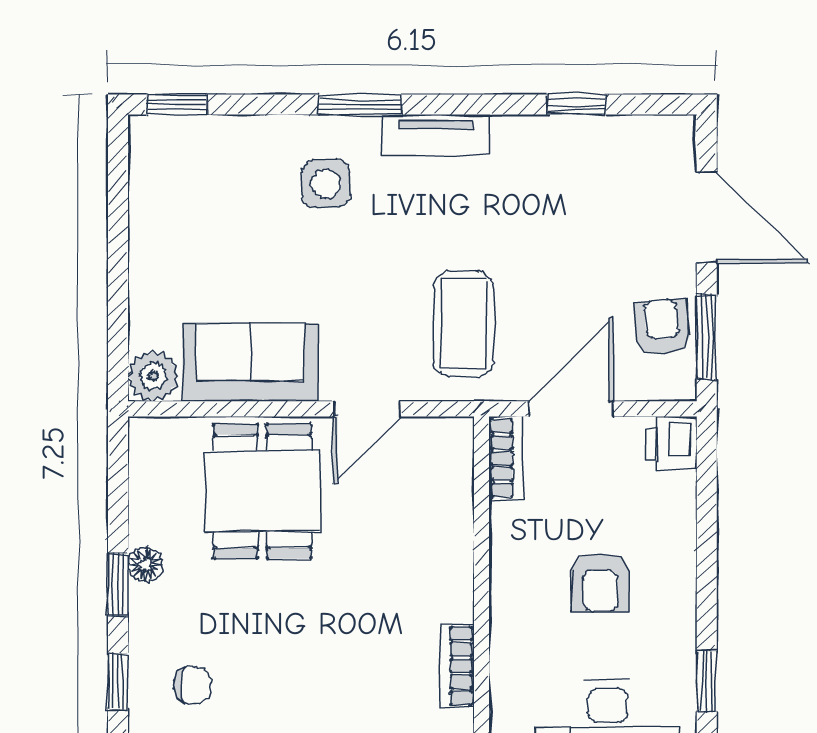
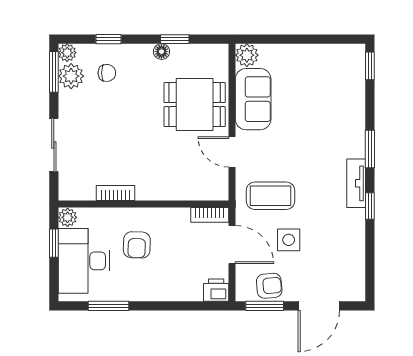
window: (576, 105) -> (370, 206), moved
side table: (326, 184) -> (289, 240), moved
armchair: (600, 582) -> (137, 245), moved, turned -88
window: (118, 585) -> (175, 39), moved
window: (707, 681) -> (109, 306), width x1.50
chair: (192, 685) -> (107, 73), turned -90

